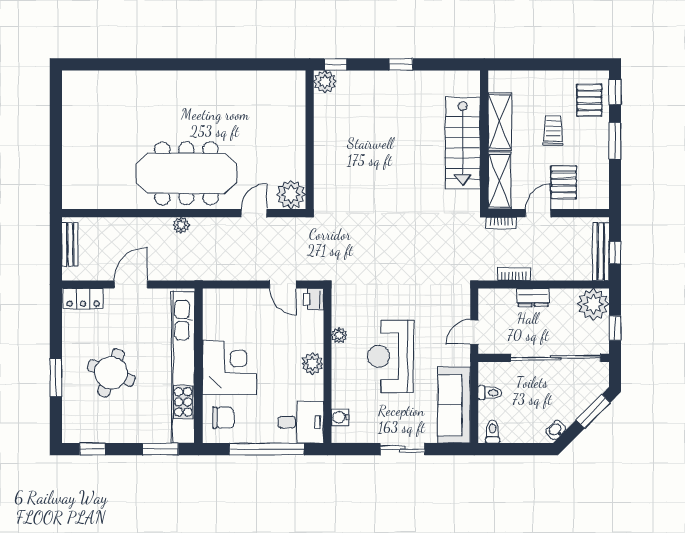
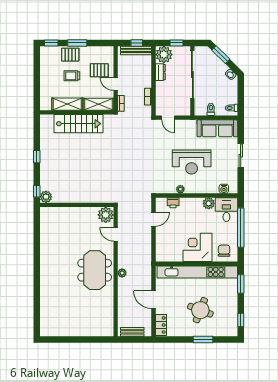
pallet: (589, 100) -> (70, 55), moved
meeting table: (186, 173) -> (95, 270), width x0.73
dresser: (533, 297) -> (160, 72), moved
printer: (314, 299) -> (173, 203), moved
door: (474, 332) -> (168, 118), moved
plant: (312, 364) -> (209, 203), moved

